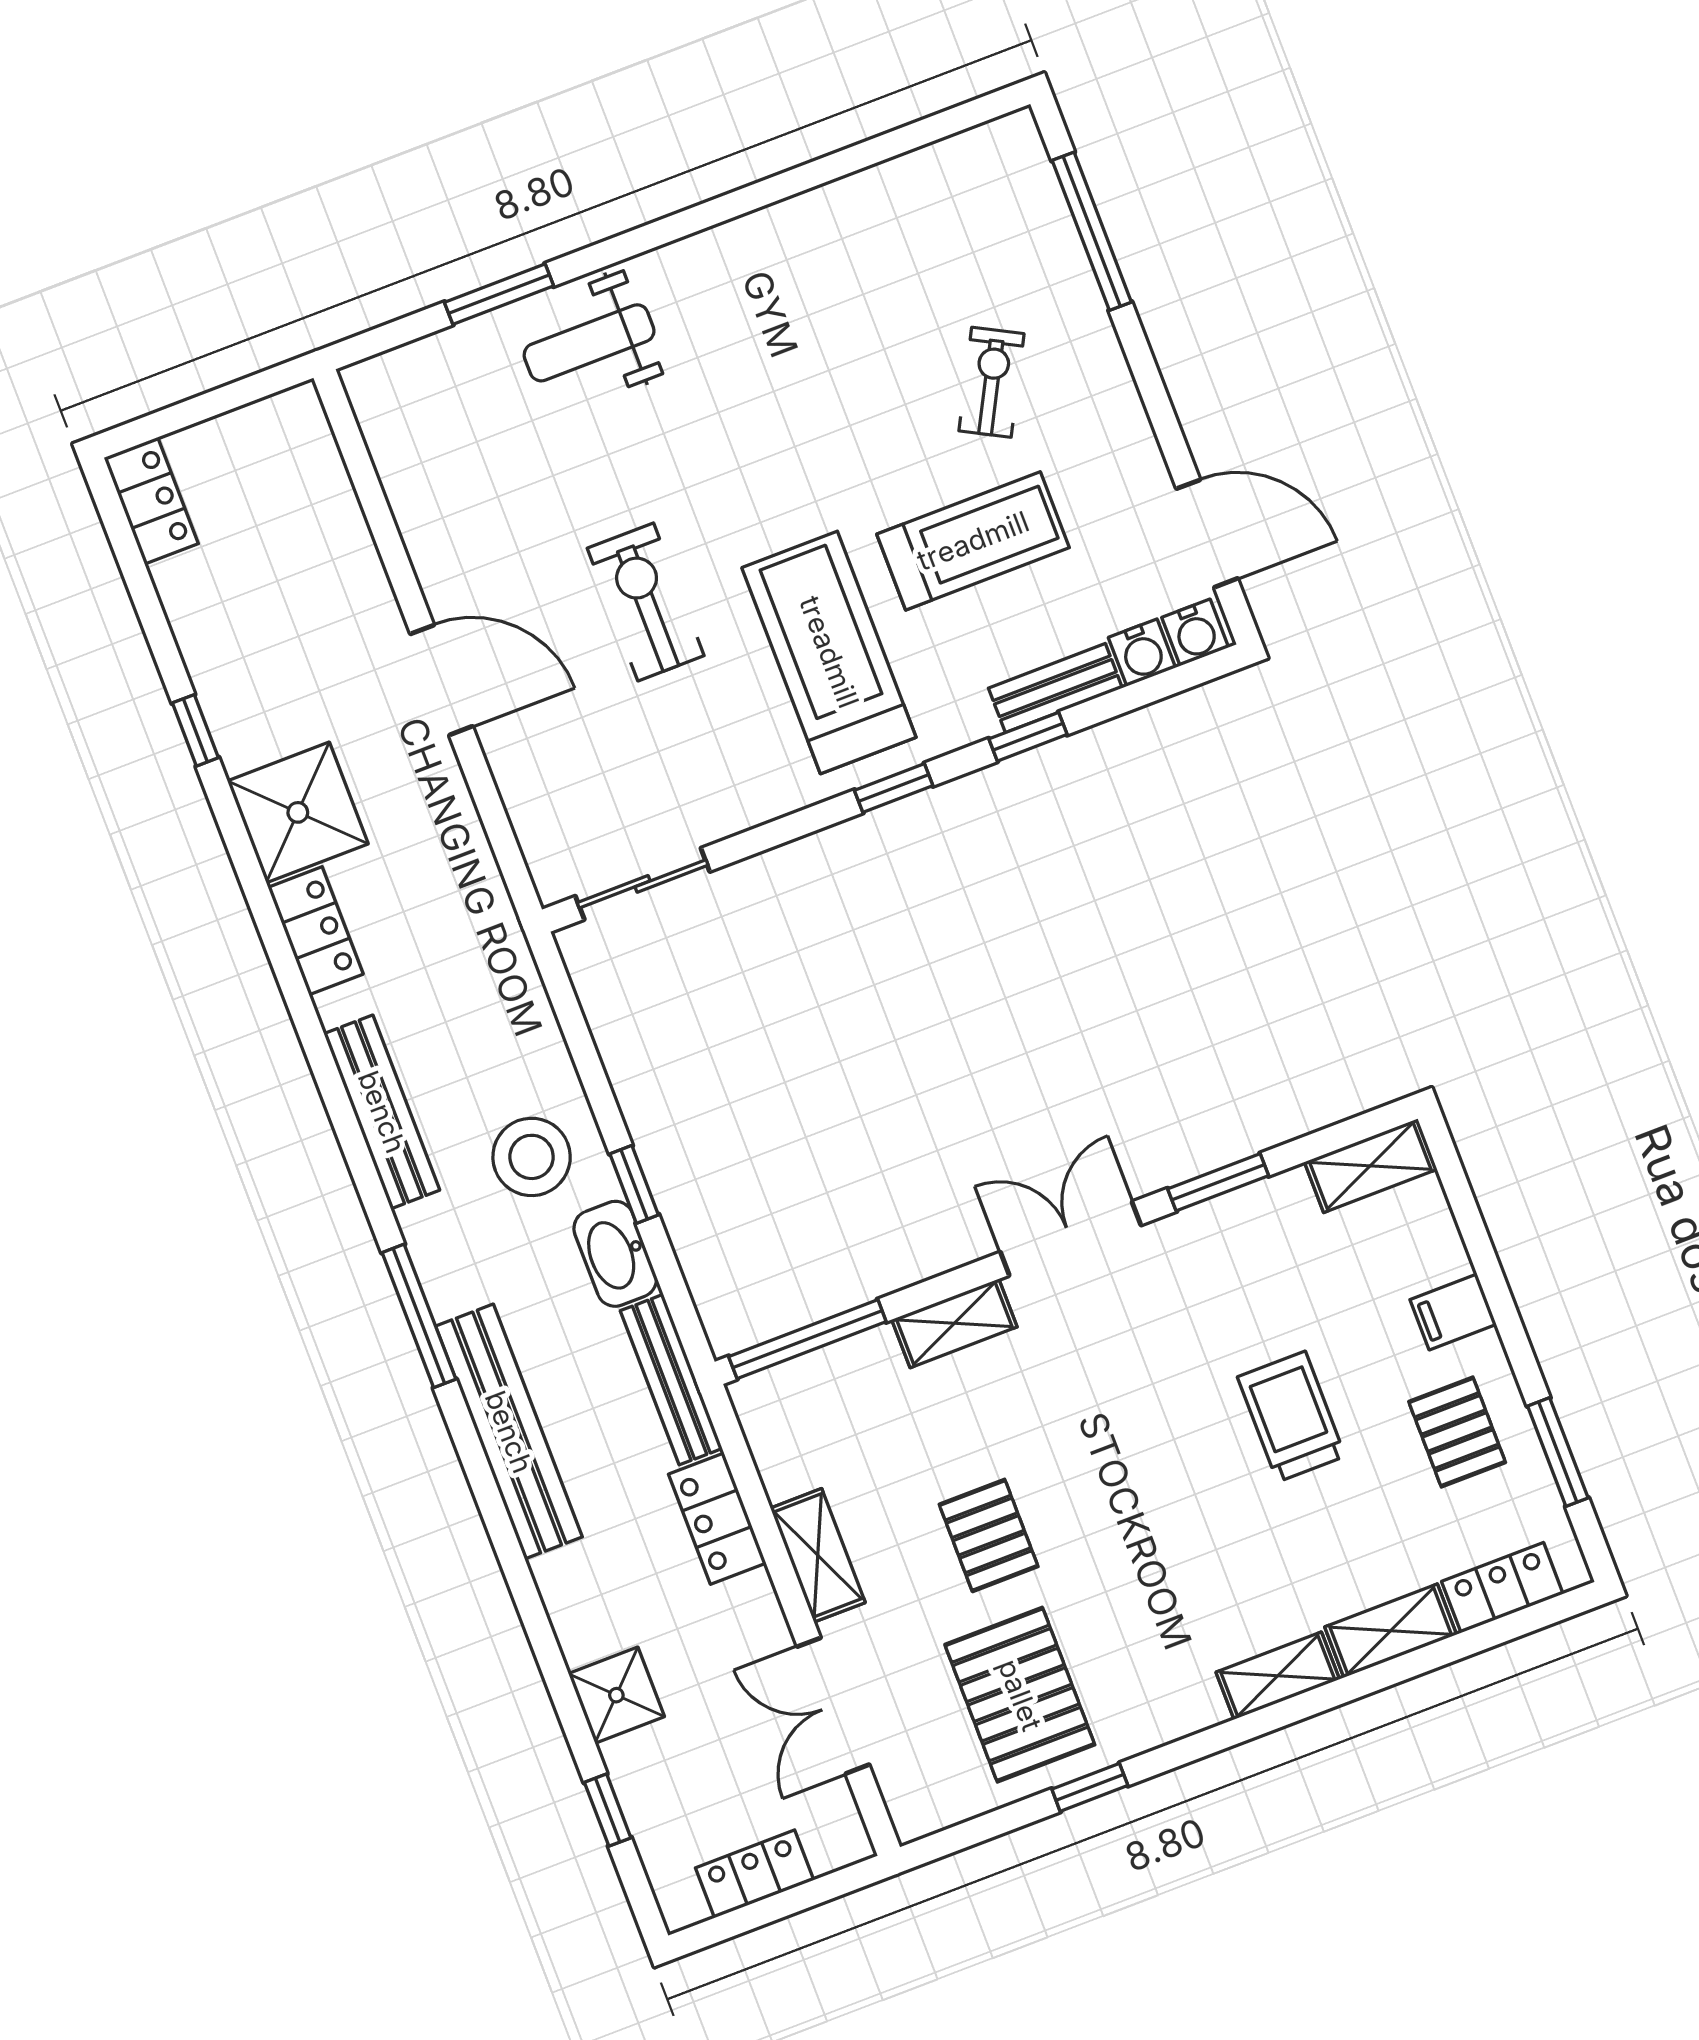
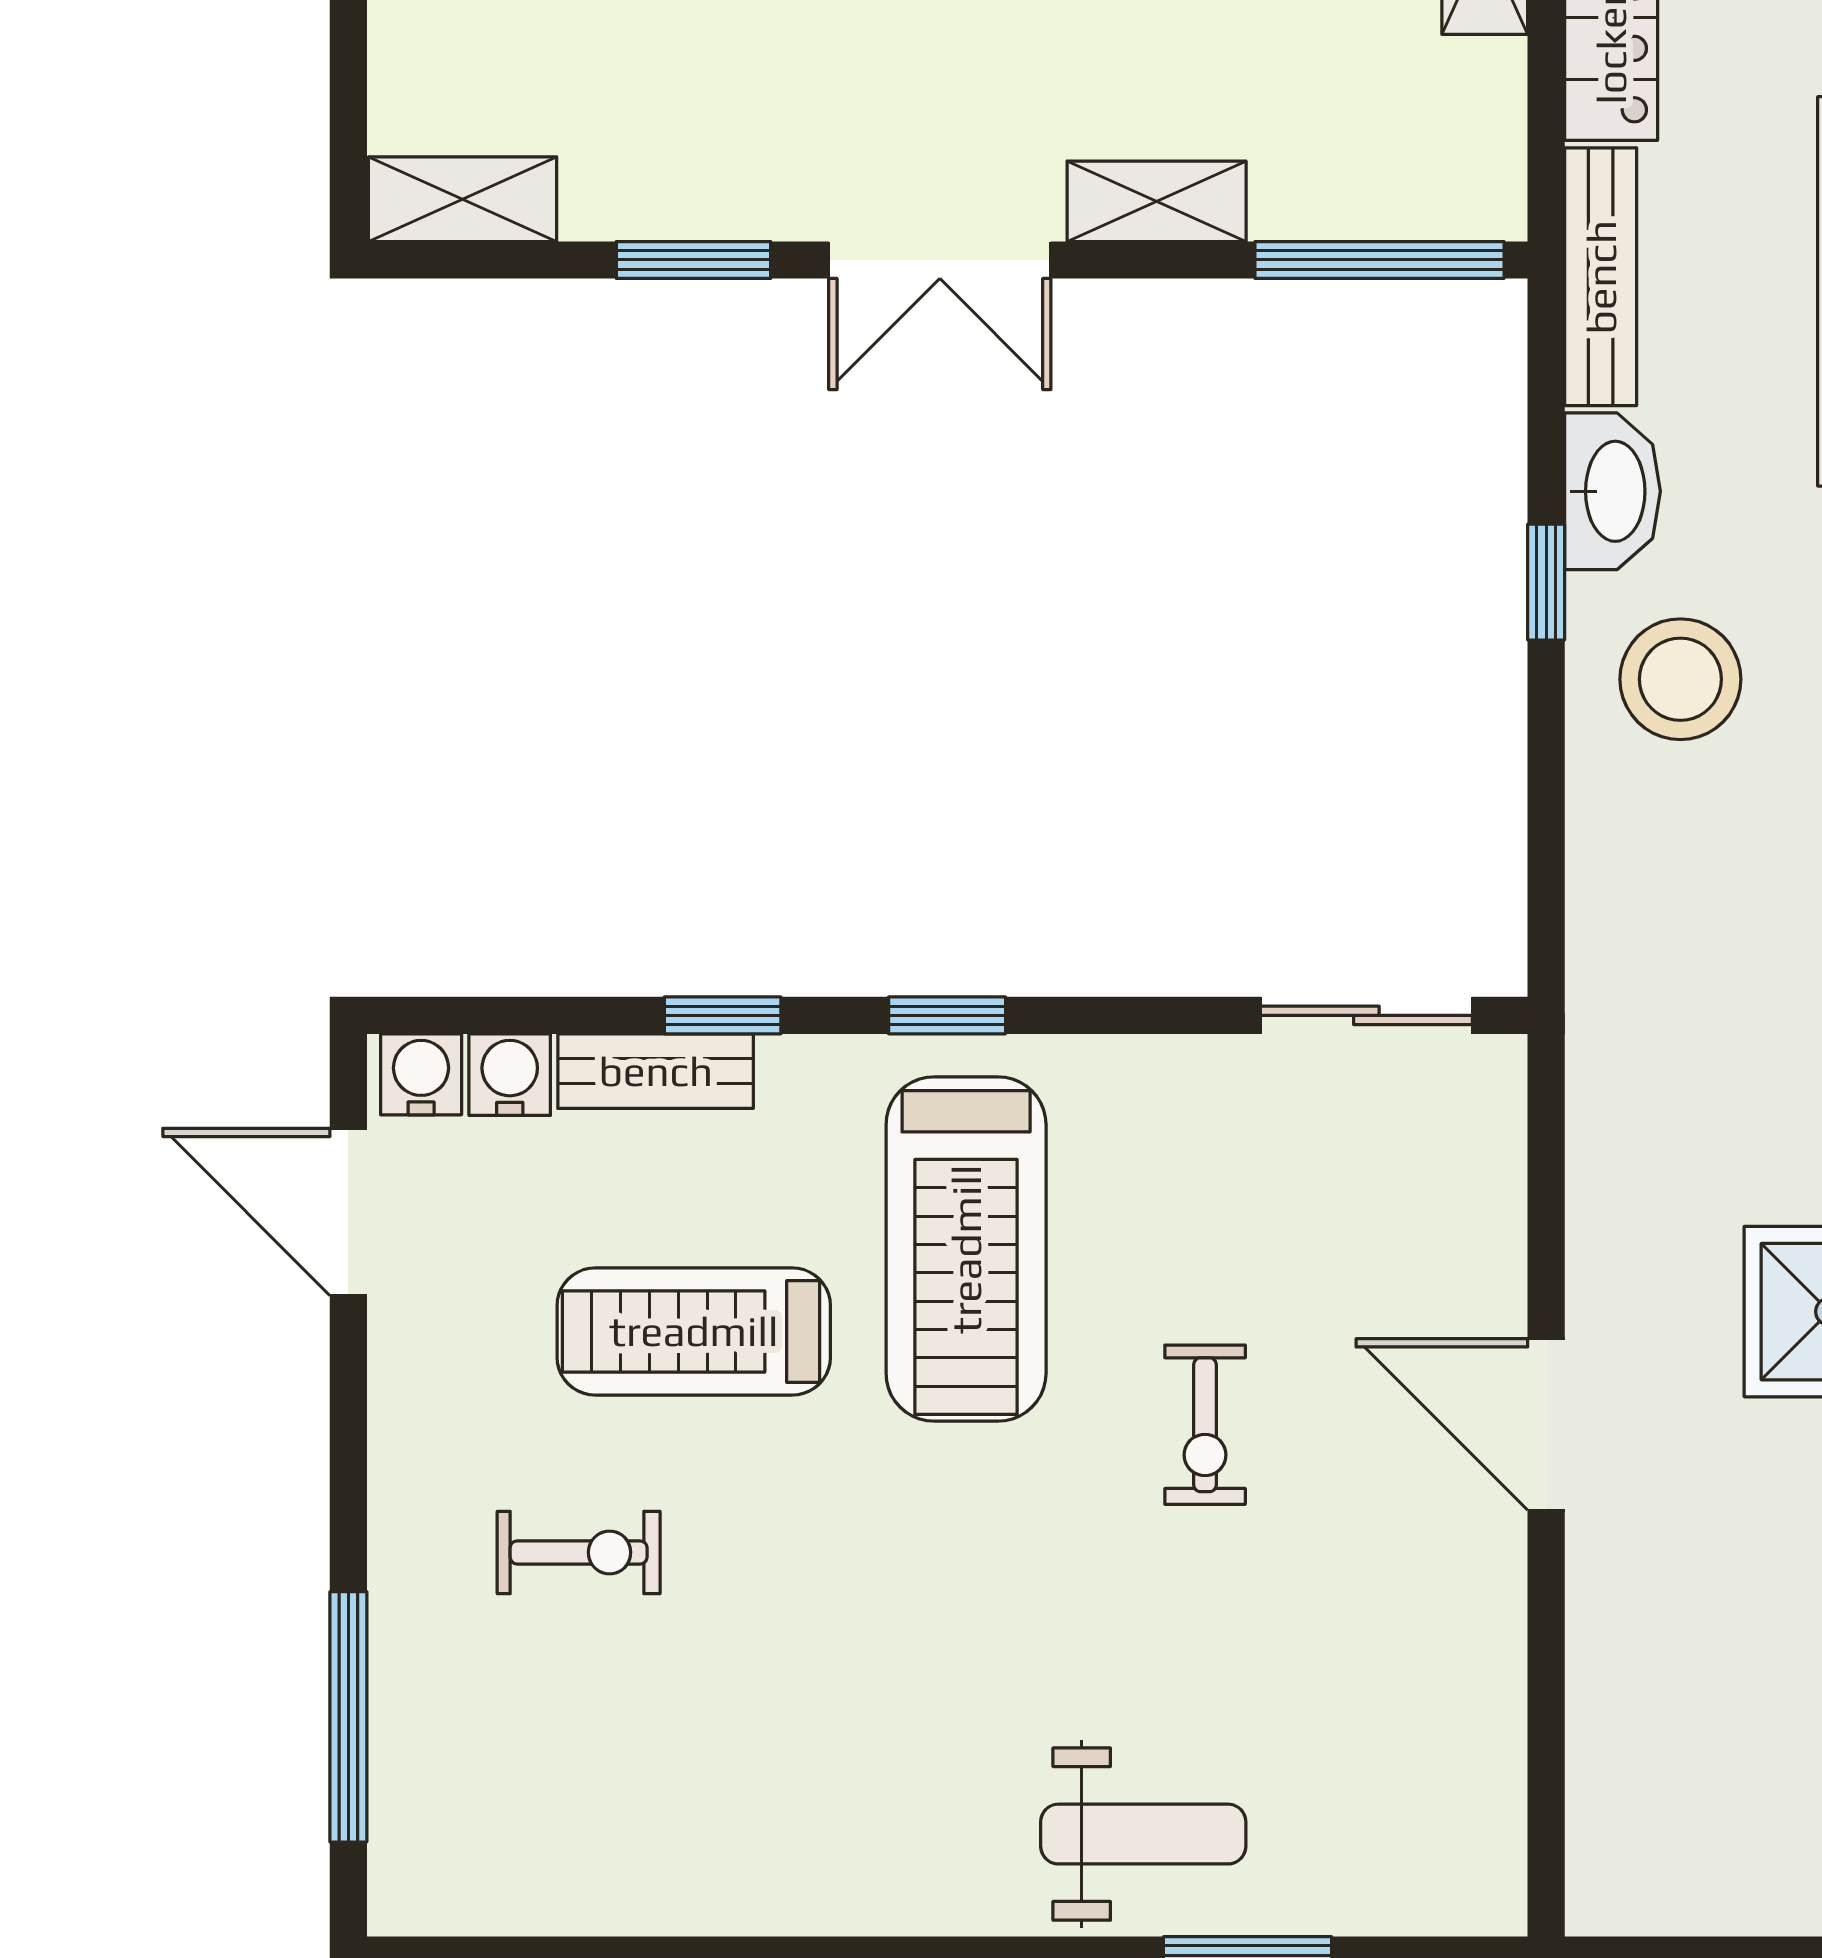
exercise bike: (991, 382) -> (579, 1552), turned -118
exercise bike: (646, 602) -> (1205, 1425), width x0.73, depth x0.72

